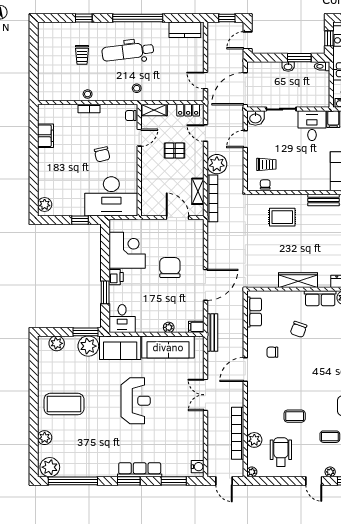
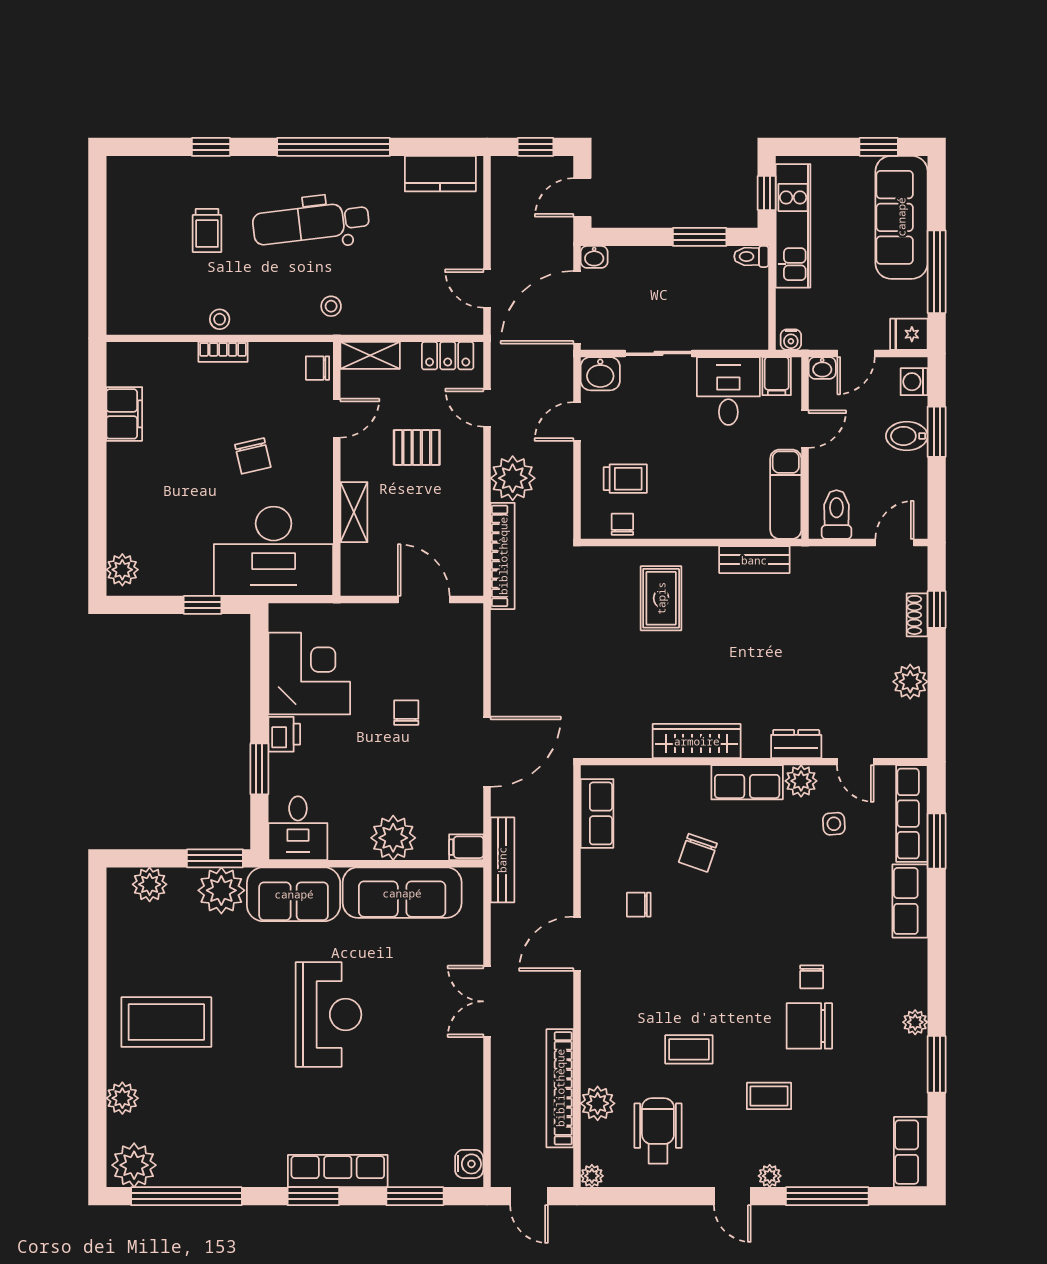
washbasin: (288, 67) -> (594, 257), moved
shelving: (198, 191) -> (354, 512), moved
rug: (282, 217) -> (661, 598), turned 90
chair: (170, 268) -> (406, 713), width x0.54, depth x0.54
plant: (169, 327) -> (393, 838), width x1.88, depth x1.88

